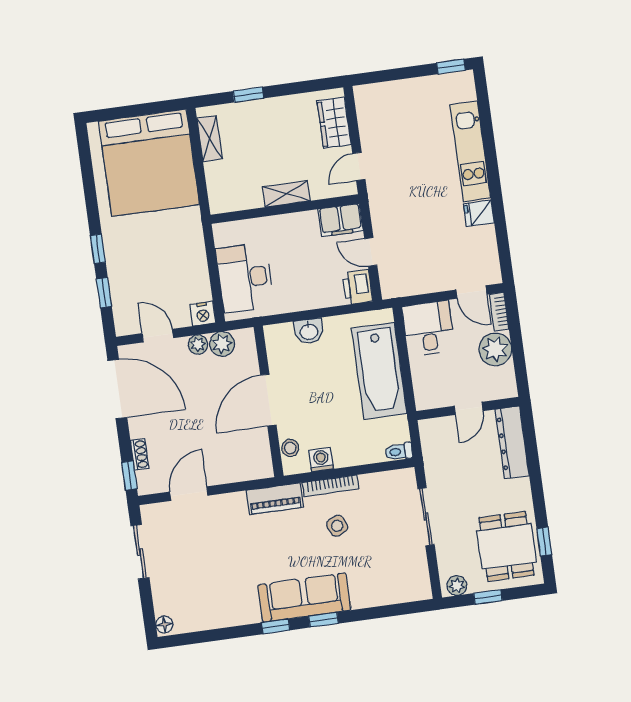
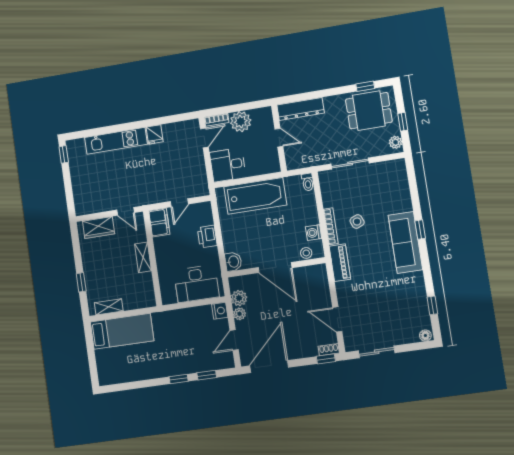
bed: (149, 163) -> (122, 331), width x0.49
printer: (358, 287) -> (207, 237), moved, turned 90
washbasin: (309, 331) -> (233, 262), moved
shoe rack: (140, 454) -> (329, 350), moved
window: (276, 626) -> (432, 305), moved

